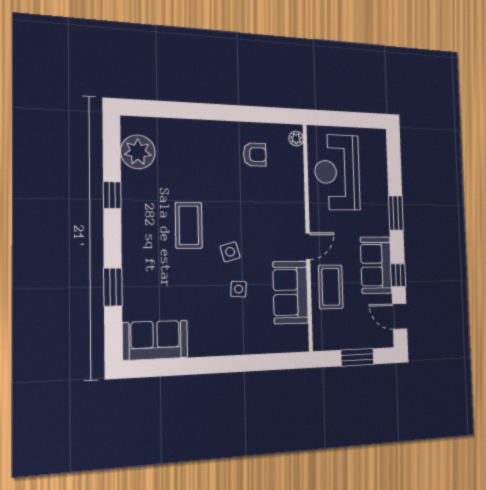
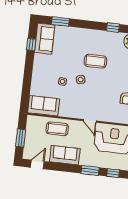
door: (308, 246) -> (90, 121), moved
window: (398, 275) -> (113, 173), moved
window: (113, 287) -> (60, 22), moved
sofa: (291, 292) -> (44, 106), moved
window: (171, 367) -> (31, 44), added

